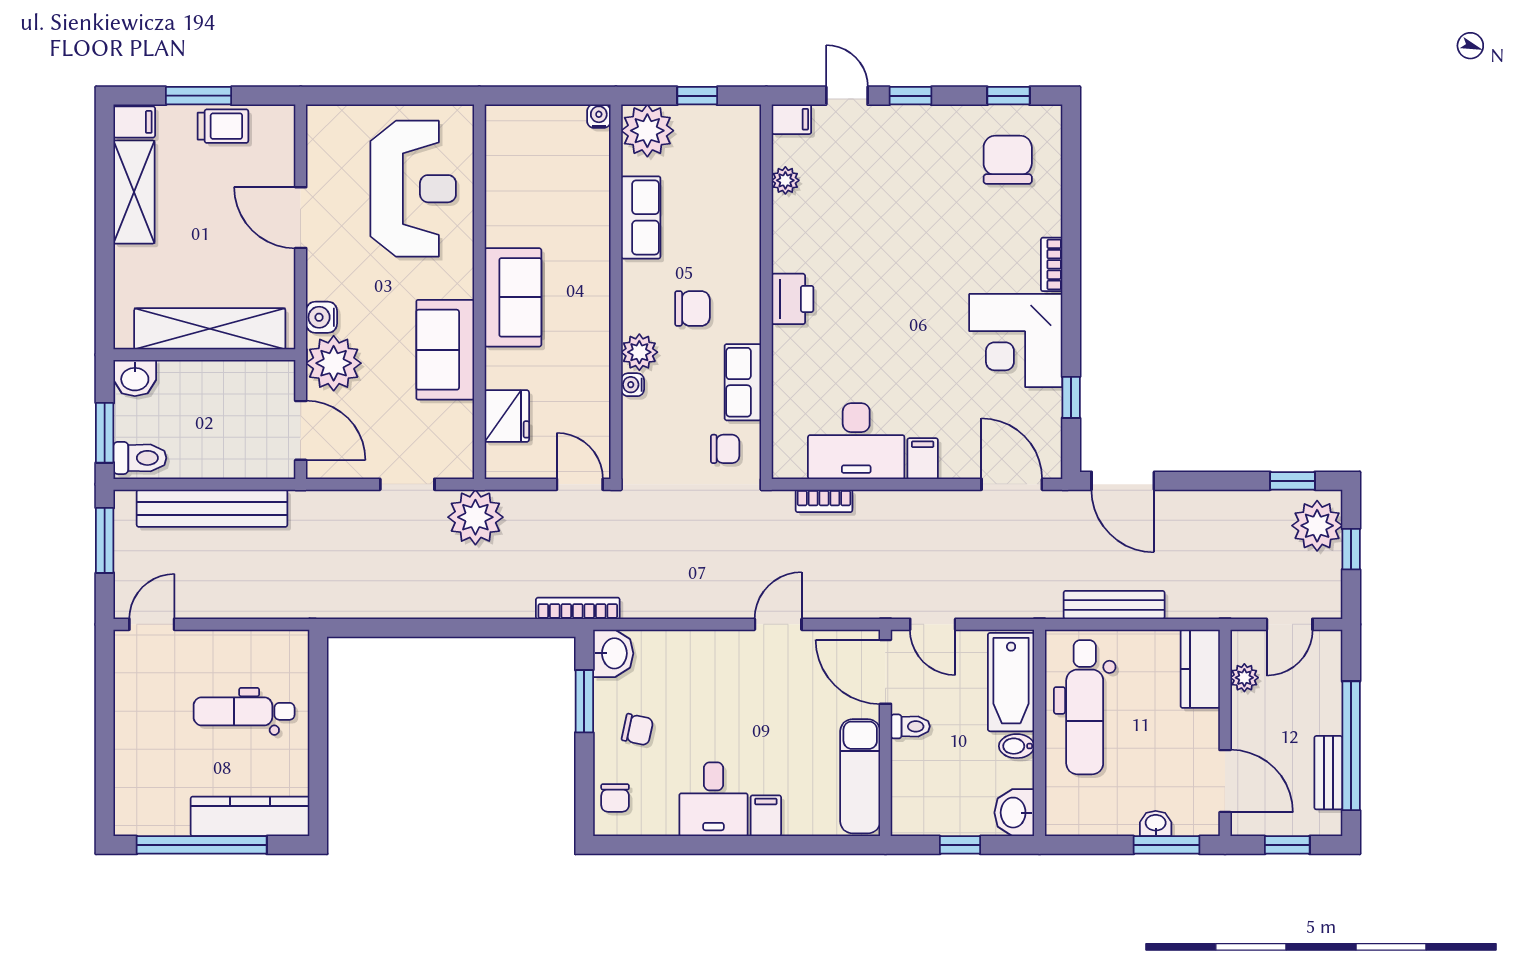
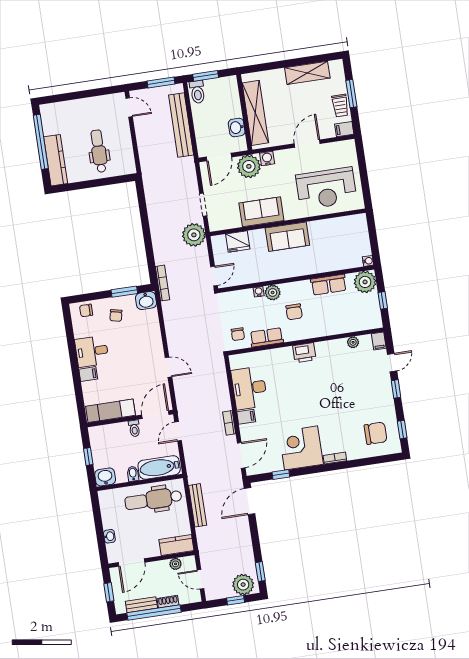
filing cabinet: (134, 122) -> (344, 129), moved, turned 90
washbasin: (135, 378) -> (237, 127), moved
bookcase: (824, 501) -> (229, 423), moved
shoe rack: (1331, 709) -> (168, 602), added
window: (1167, 845) -> (101, 542), removed

